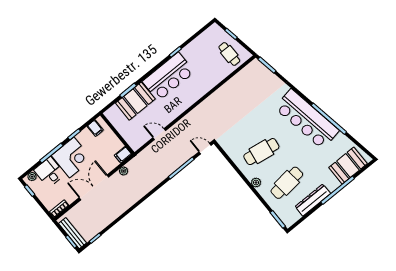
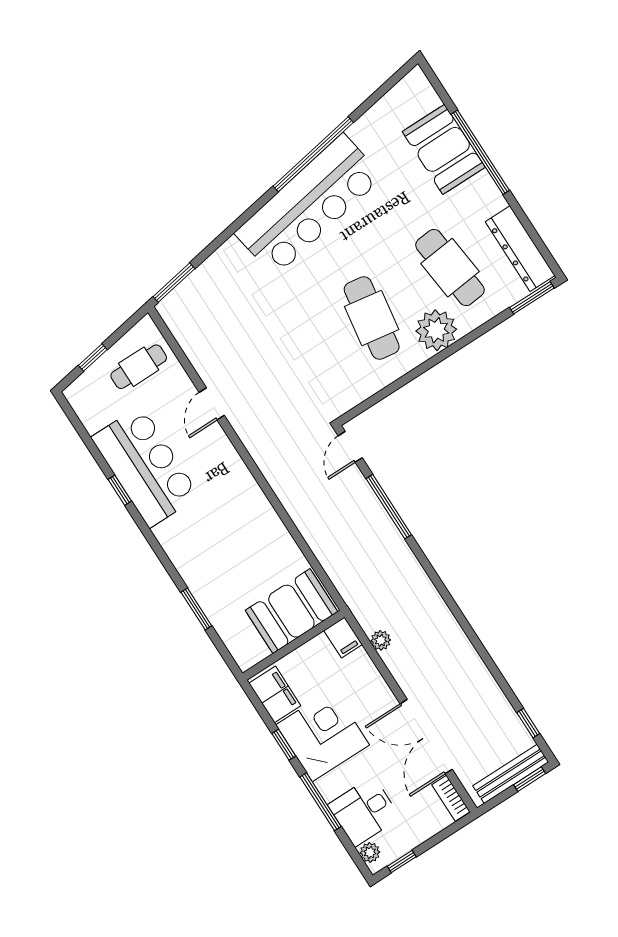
bar counter: (168, 77) -> (145, 467), moved
booth: (135, 101) -> (291, 611), moved, turned 90
filing cabinet: (95, 128) -> (275, 694), width x2.00
door: (159, 134) -> (212, 404), moved
corner desk: (72, 157) -> (323, 735), moved
booth: (348, 166) -> (444, 149), moved
plant: (256, 183) -> (436, 330), width x1.87, depth x1.87
double door: (94, 187) -> (426, 737), moved
dresser: (313, 200) -> (520, 249), moved

